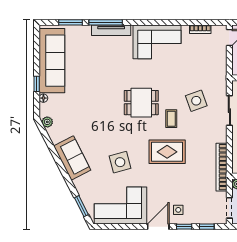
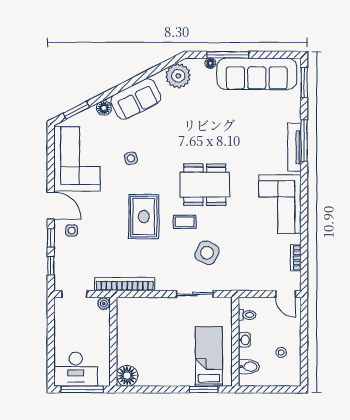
window: (70, 22) -> (304, 82), moved
window: (37, 84) -> (228, 55), width x2.17
side table: (196, 101) -> (207, 253), turned 45
dining table: (141, 103) -> (205, 185), width x1.38
plant: (47, 122) -> (178, 76), width x1.88, depth x1.88
side table: (120, 162) -> (131, 158), width x0.54, depth x0.54
floor lamp: (80, 184) -> (104, 108), added

